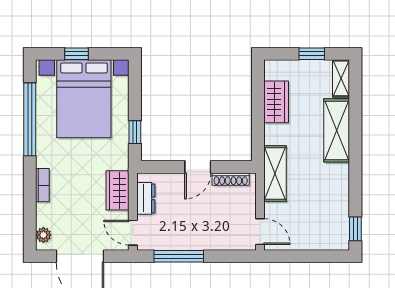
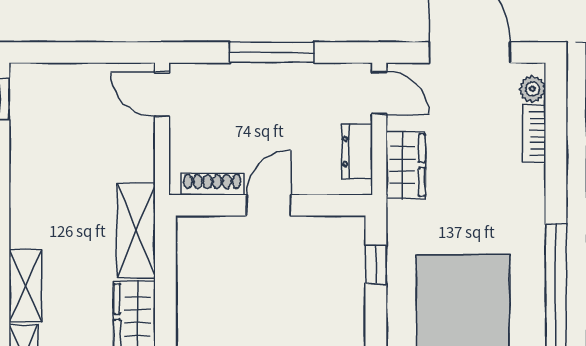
shelving: (337, 130) -> (26, 286), width x0.67, depth x0.75
shelving: (275, 173) -> (136, 231), moved
bookcase: (42, 185) -> (534, 134), moved
window: (179, 256) -> (272, 52), moved

